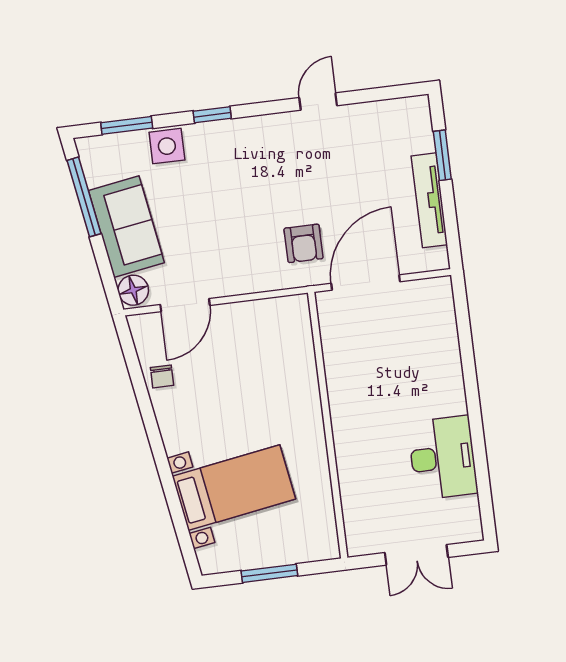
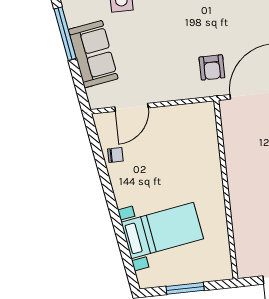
floor lamp: (133, 290) -> (97, 97), removed
chair: (162, 376) -> (115, 155), turned -90

